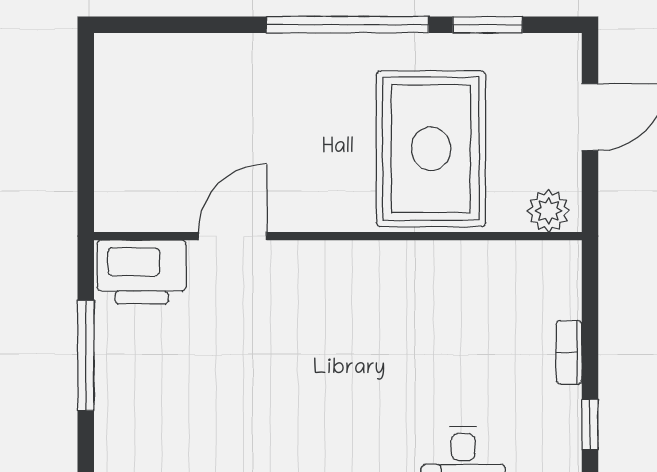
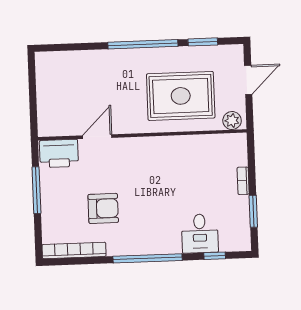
rug: (431, 149) -> (181, 96), turned 90
armchair: (240, 404) -> (103, 208), added
window: (590, 424) -> (253, 211), width x1.50

